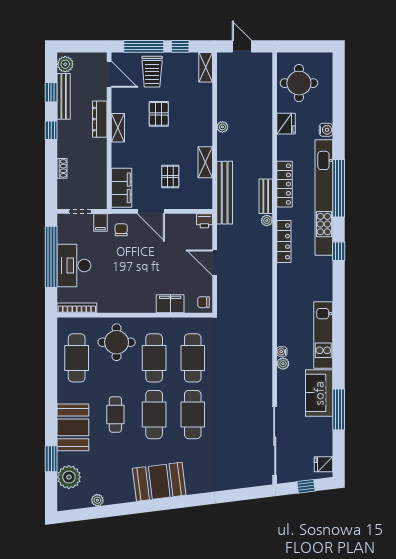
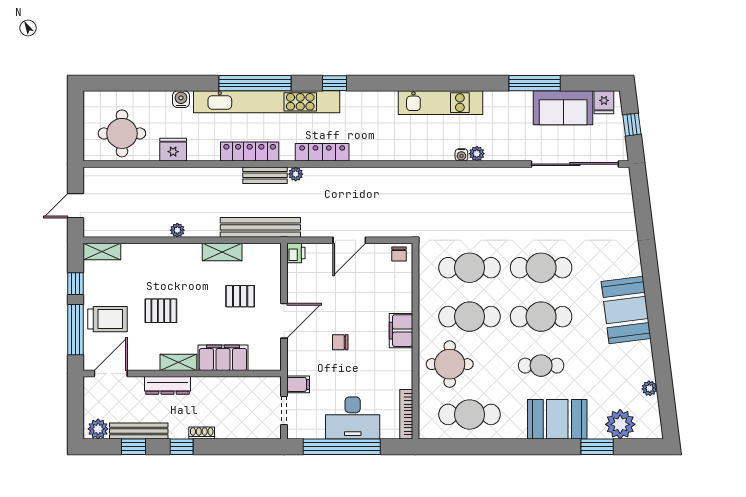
shoe rack: (62, 168) -> (202, 433), moved
filing cabinet: (122, 188) -> (223, 358), moved
chair: (121, 230) -> (340, 342), moved
filing cabinet: (170, 304) -> (401, 331), moved
sofa: (319, 393) -> (563, 108), moved

